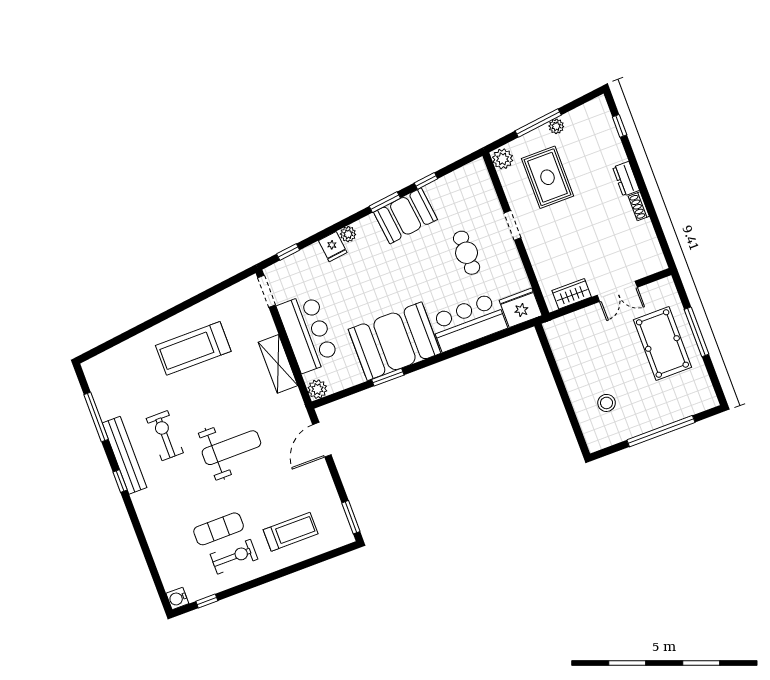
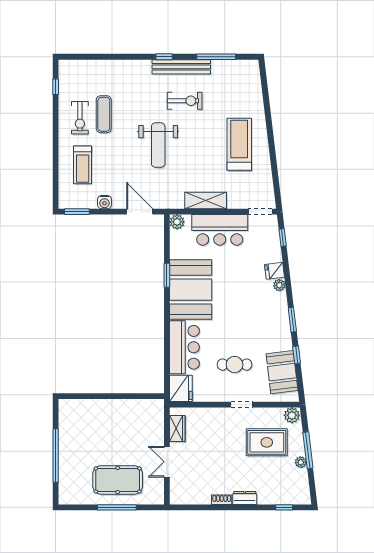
booth: (406, 216) -> (282, 372), moved
stool: (607, 403) -> (90, 424), removed
water cooler: (177, 598) -> (104, 202), moved, turned 180

